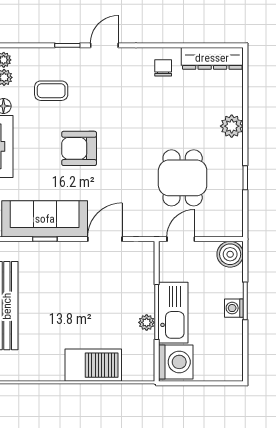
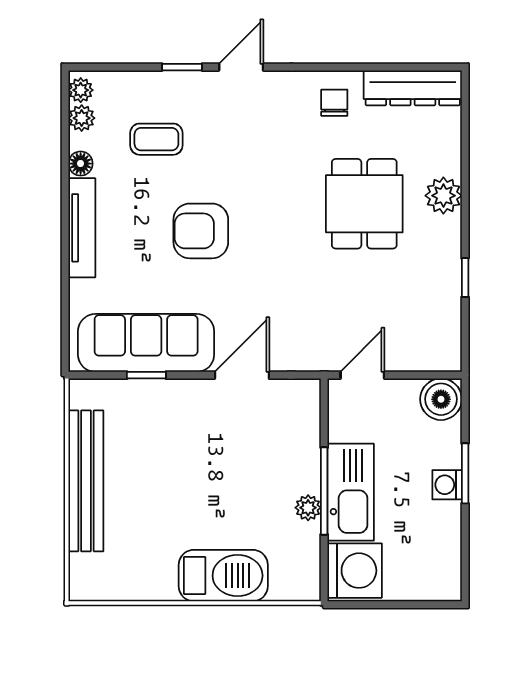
dining table: (183, 178) -> (364, 204), moved

